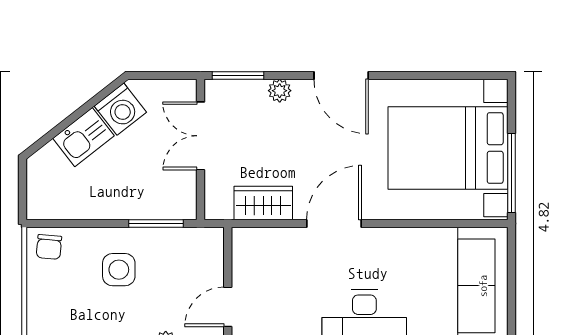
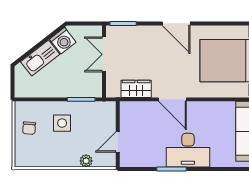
plant: (280, 91) -> (144, 31), removed
kitchen sink: (84, 137) -> (40, 58), width x1.38
door: (334, 223) -> (172, 99), swing flipped
chair: (49, 247) -> (29, 128), moved

